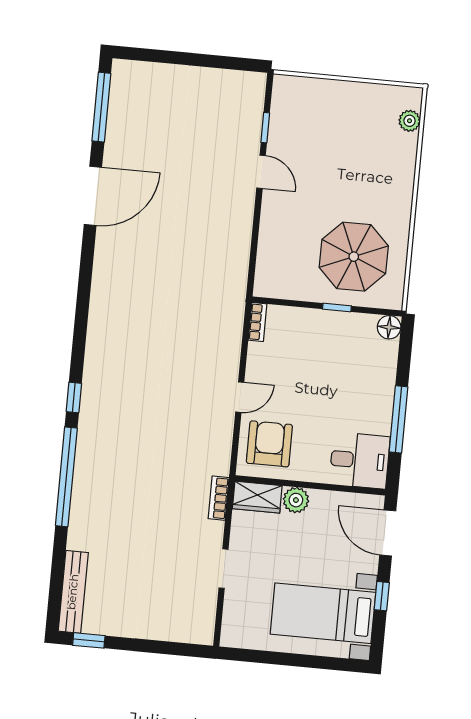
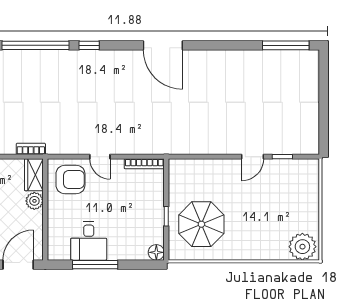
plant: (410, 121) -> (302, 247), width x1.87, depth x1.87
door: (93, 196) -> (163, 45), moved
bookcase: (258, 322) -> (144, 164), width x1.56
desk: (360, 460) -> (89, 241), moved

